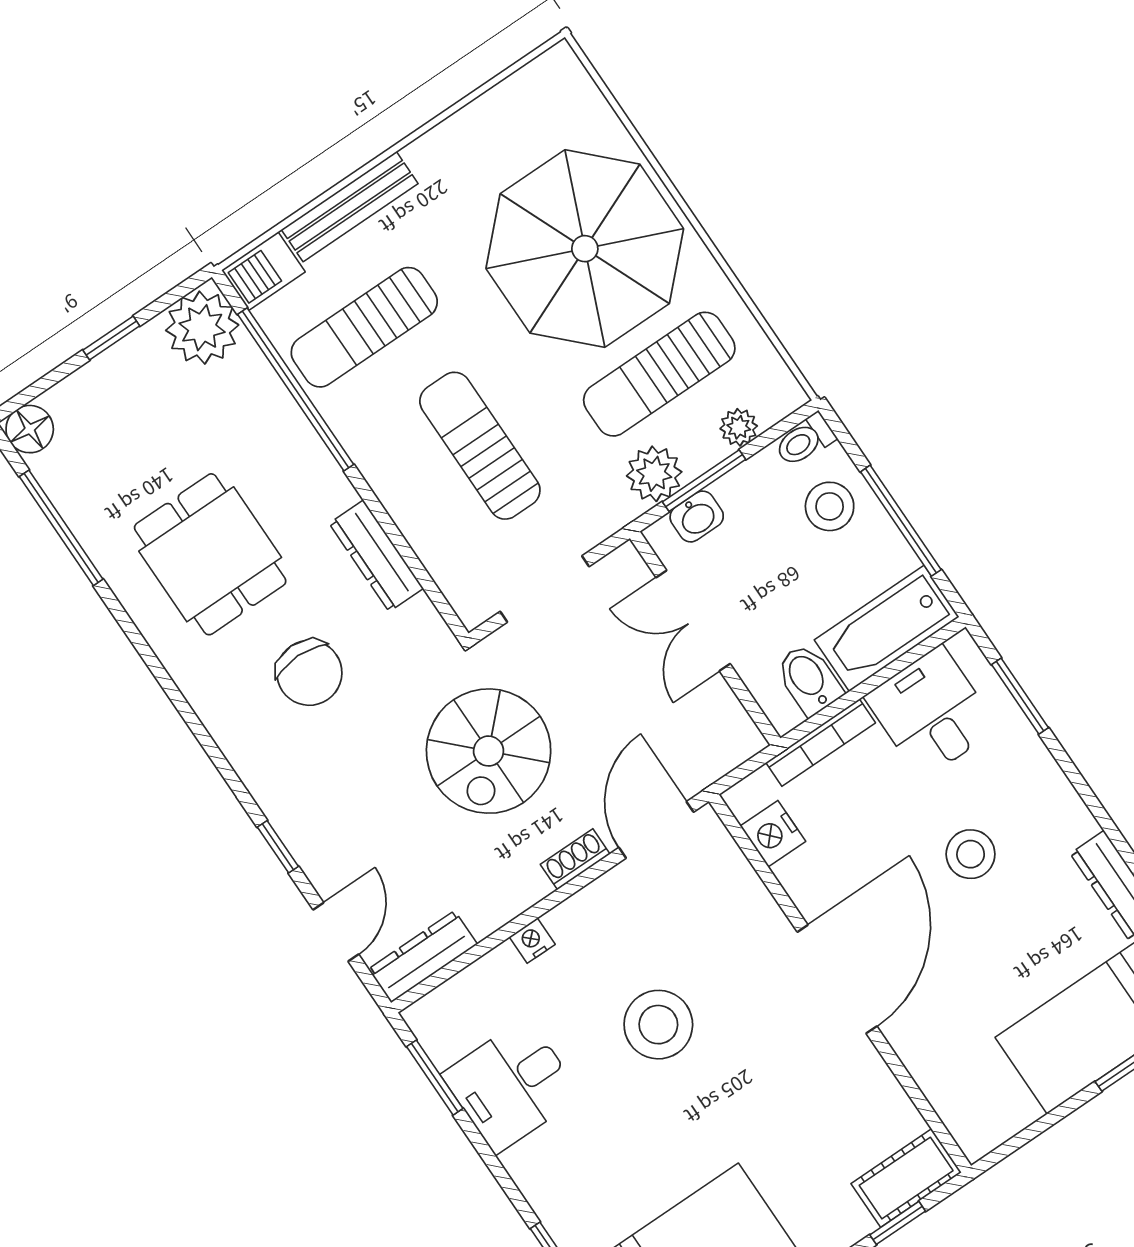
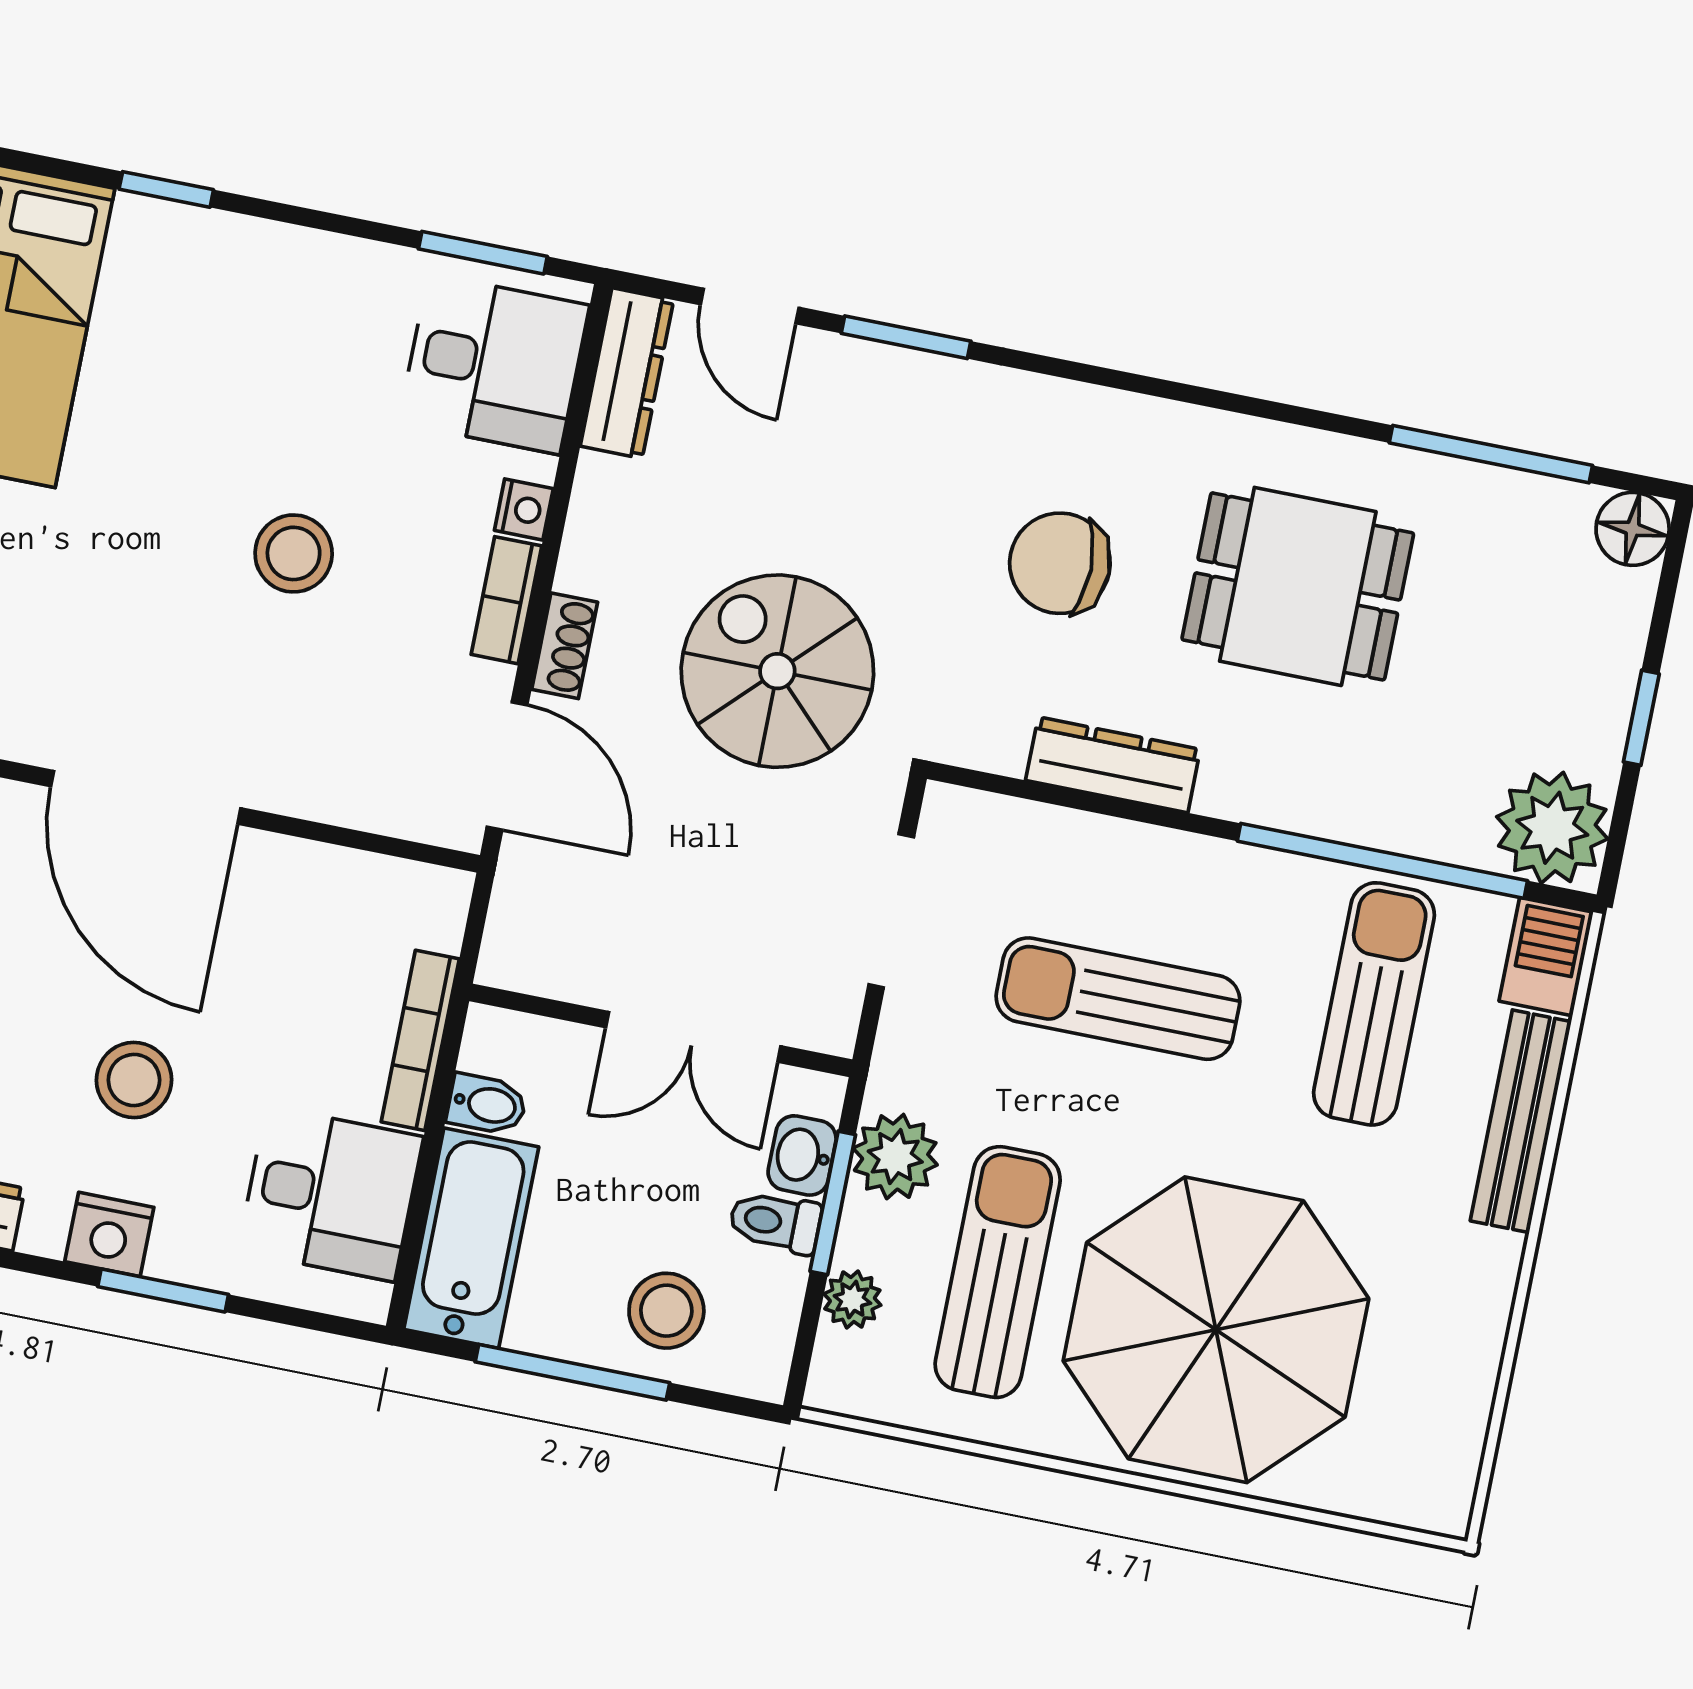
toilet: (805, 440) -> (775, 1222), moved, turned -90
sun lounger: (480, 446) -> (1118, 999), turned 180
double door: (693, 621) -> (693, 1037), swing flipped
bidet: (809, 679) -> (487, 1104), width x0.72, depth x0.74
window: (1020, 696) -> (163, 1290), moved
nightstand: (773, 834) -> (109, 1234), moved, turned 180
window: (278, 847) -> (906, 337), width x1.50
bookcase: (581, 907) -> (506, 600), added
stool: (658, 1025) -> (294, 553), width x0.73, depth x0.73
desk: (511, 1085) -> (494, 364), moved, turned 90

